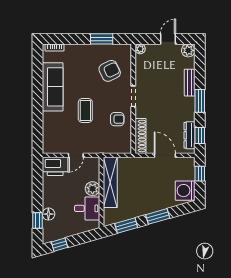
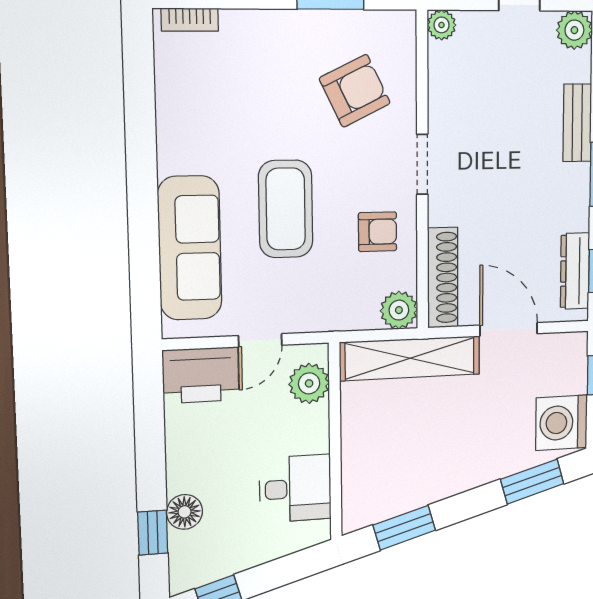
sofa: (53, 87) -> (190, 248), moved
coffee table: (85, 111) -> (286, 209), width x1.36, depth x1.32
plant: (125, 147) -> (399, 310), added
shelving: (110, 182) -> (410, 358), moved, turned 90
plant: (93, 189) -> (309, 383), moved
window: (158, 216) -> (532, 482), moved

